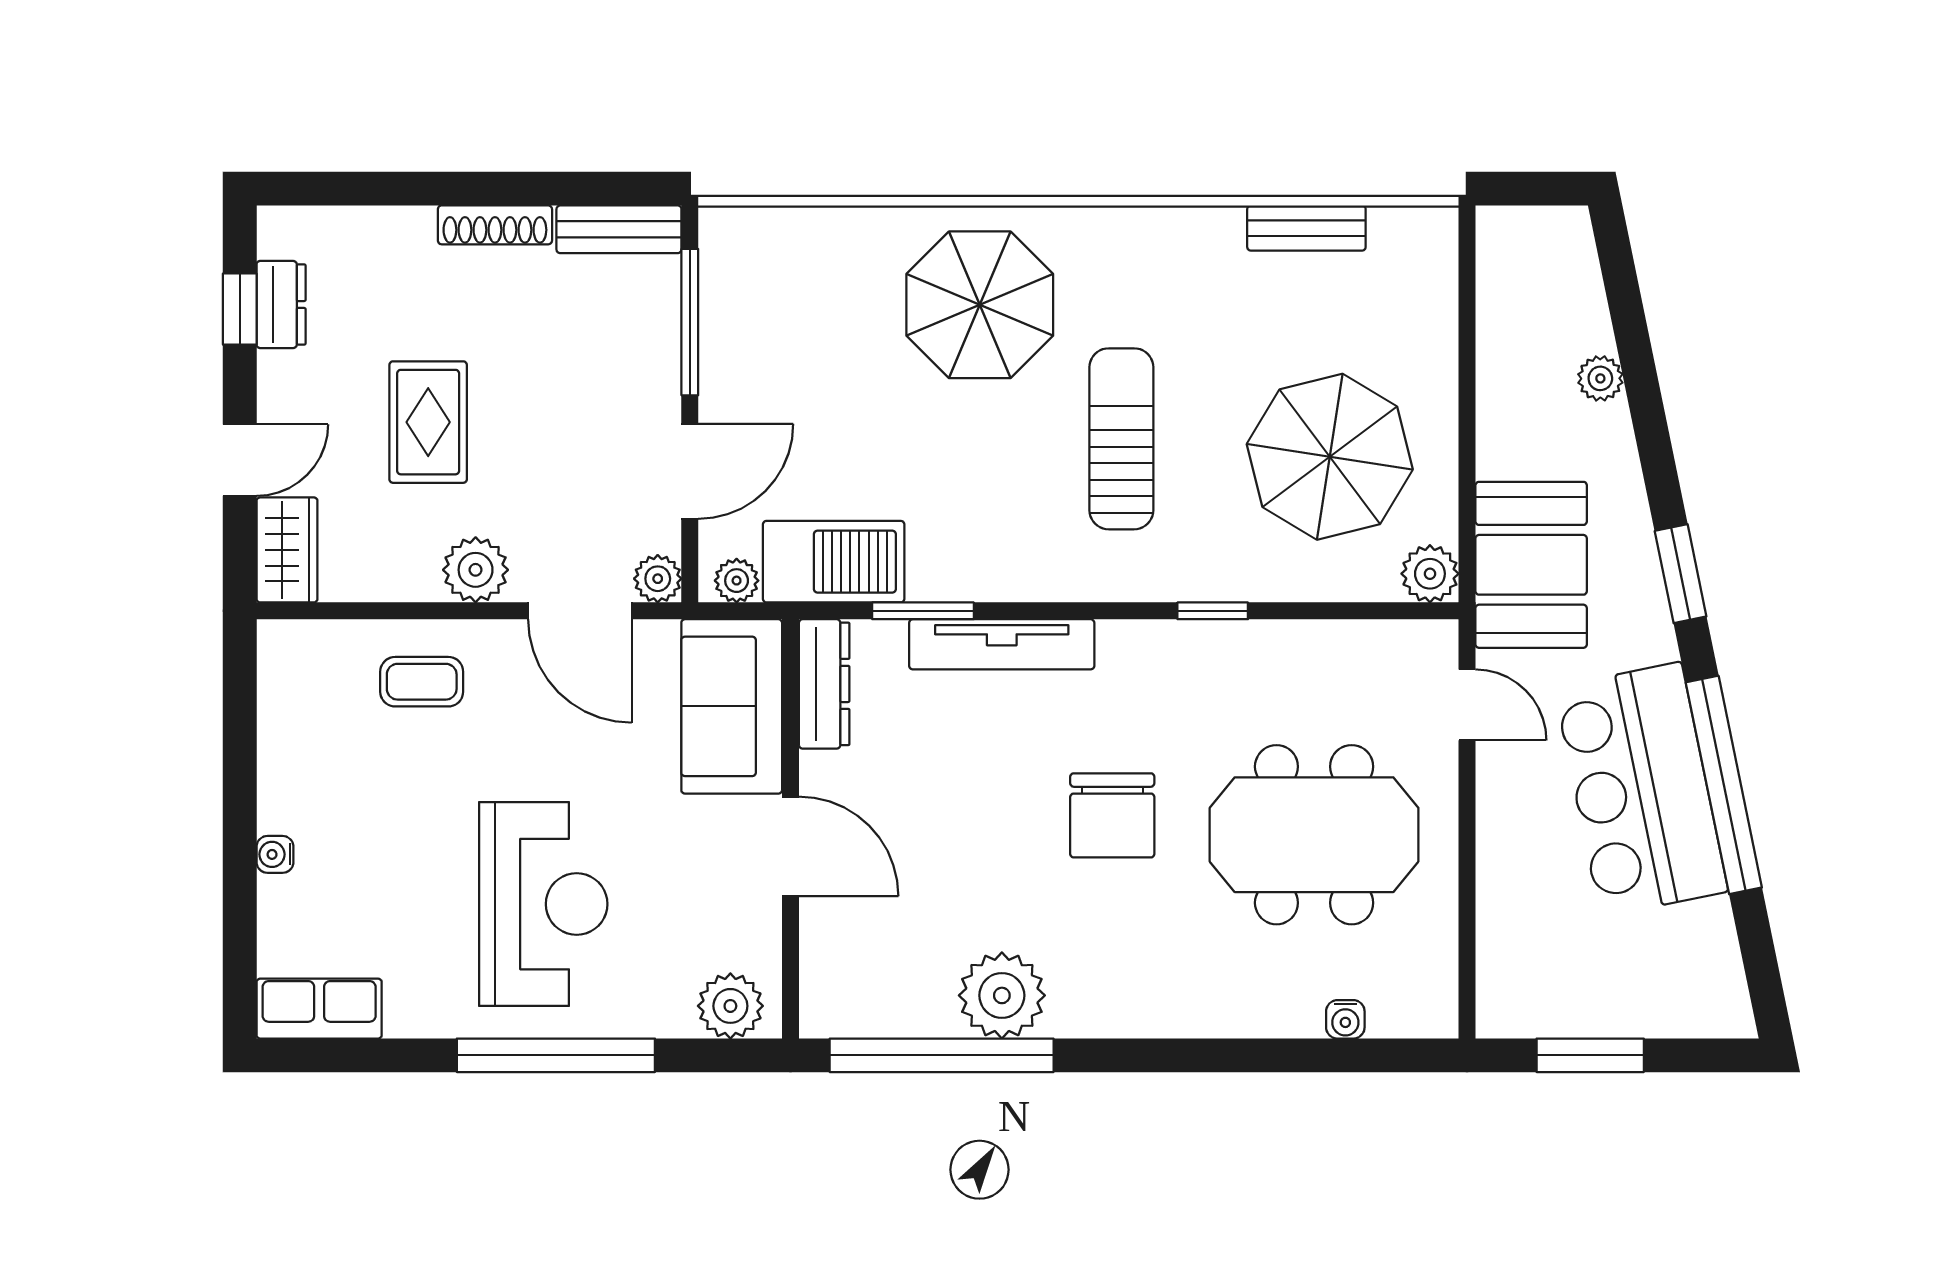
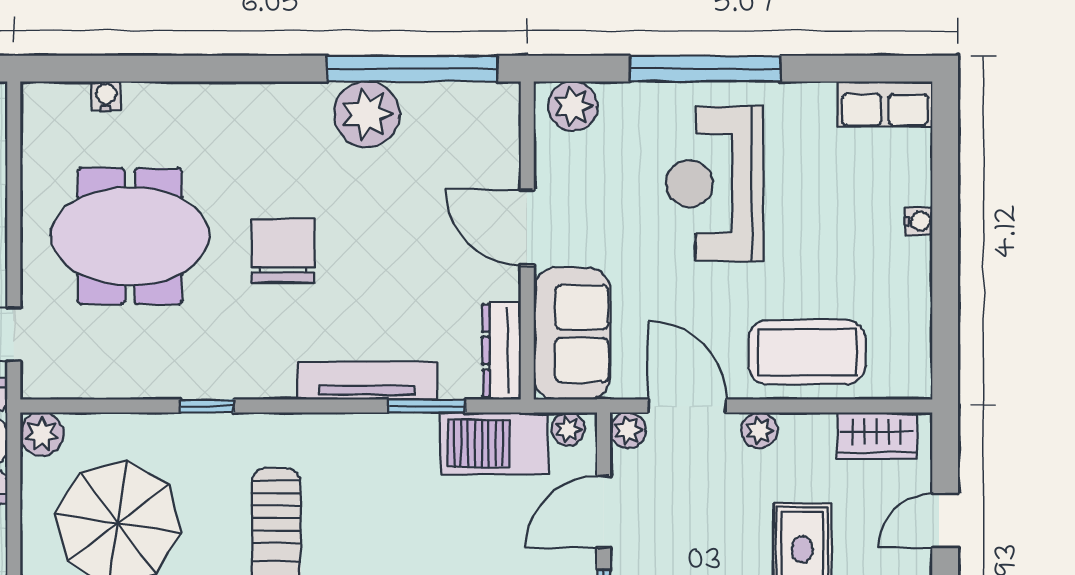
wardrobe: (287, 550) -> (877, 436), moved, turned -90
plant: (476, 570) -> (760, 430), width x0.73, depth x0.73
coffee table: (422, 682) -> (807, 352), width x1.86, depth x1.72

